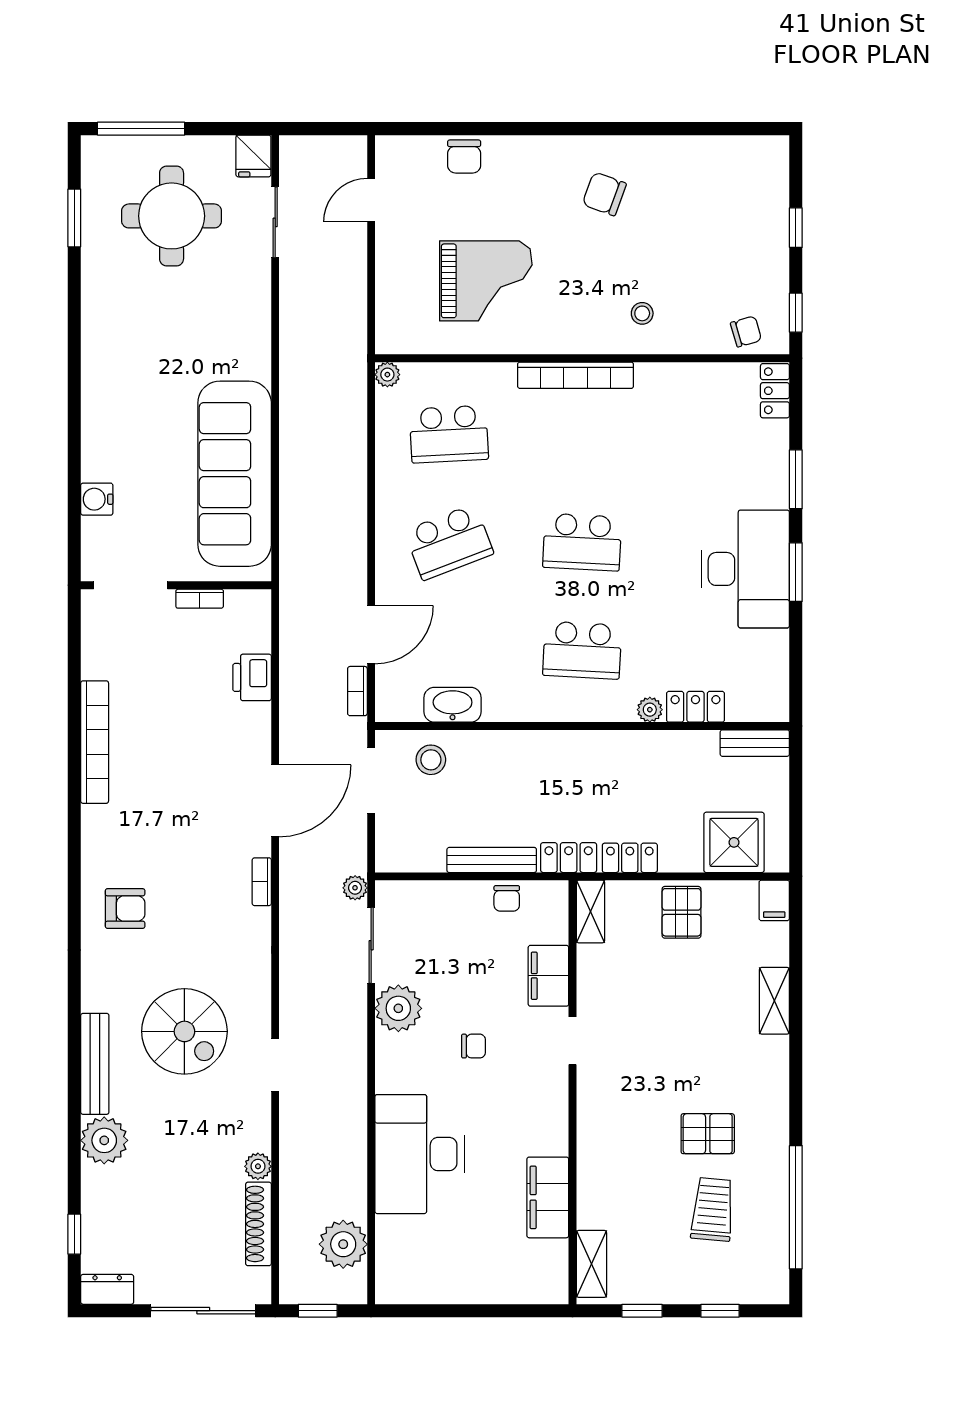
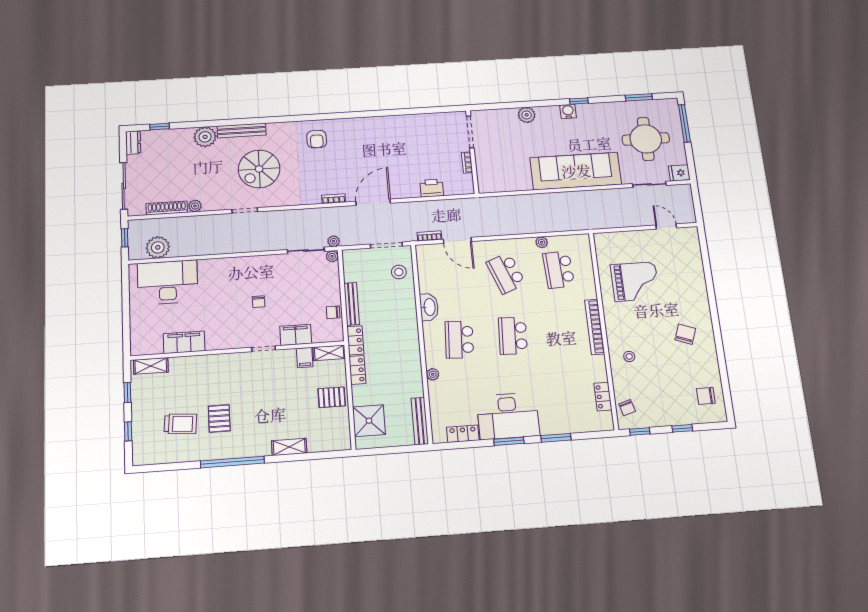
chair: (464, 157) -> (706, 396), moved
grand piano: (486, 281) -> (635, 282), turned -90
window: (74, 347) -> (579, 101), added
plant: (387, 375) -> (542, 242), moved
locker: (775, 391) -> (603, 397), moved, turned -90
plant: (99, 462) -> (527, 115), added
sofa: (235, 474) -> (576, 171), moved
water cooler: (97, 499) -> (568, 111), moved
washbasin: (453, 705) -> (429, 307), moved
locker: (695, 707) -> (463, 434), moved, turned -90
bookcase: (95, 742) -> (395, 121), removed
bench: (755, 743) -> (420, 421), width x1.36
door: (275, 801) -> (373, 202), swing flipped
filing cabinet: (774, 900) -> (305, 358), moved, turned -90
plant: (398, 1008) -> (332, 256), moved, width x0.53, depth x0.53
desk: (419, 1154) -> (168, 282), moved
window: (796, 1207) -> (232, 462), moved

